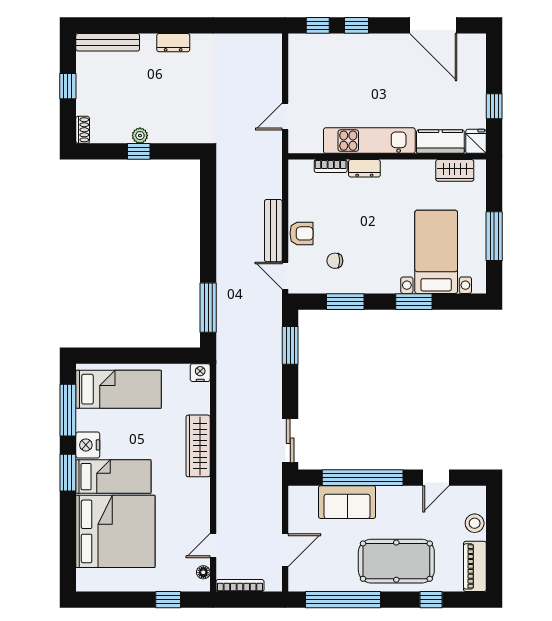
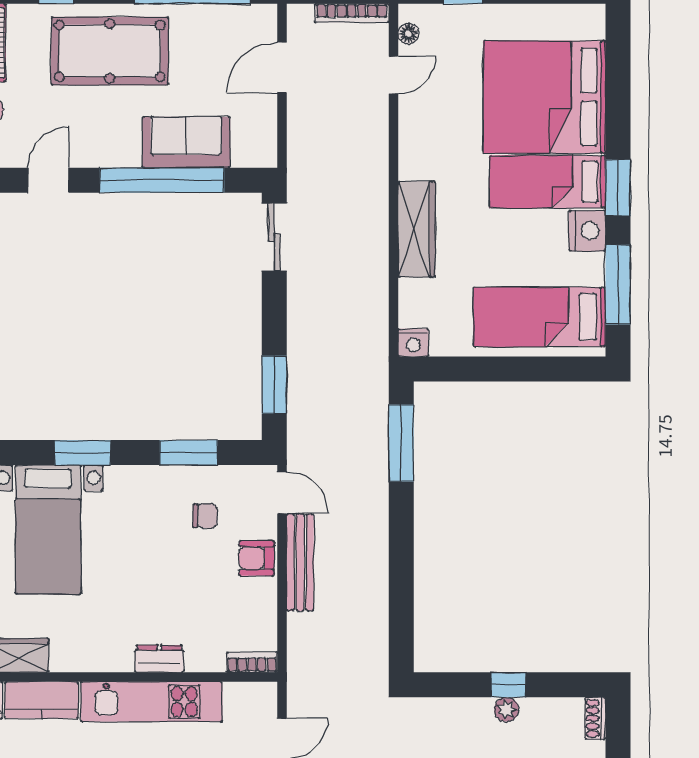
bookcase: (331, 166) -> (252, 662), moved

